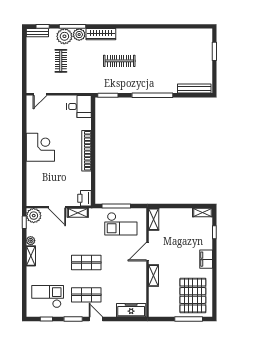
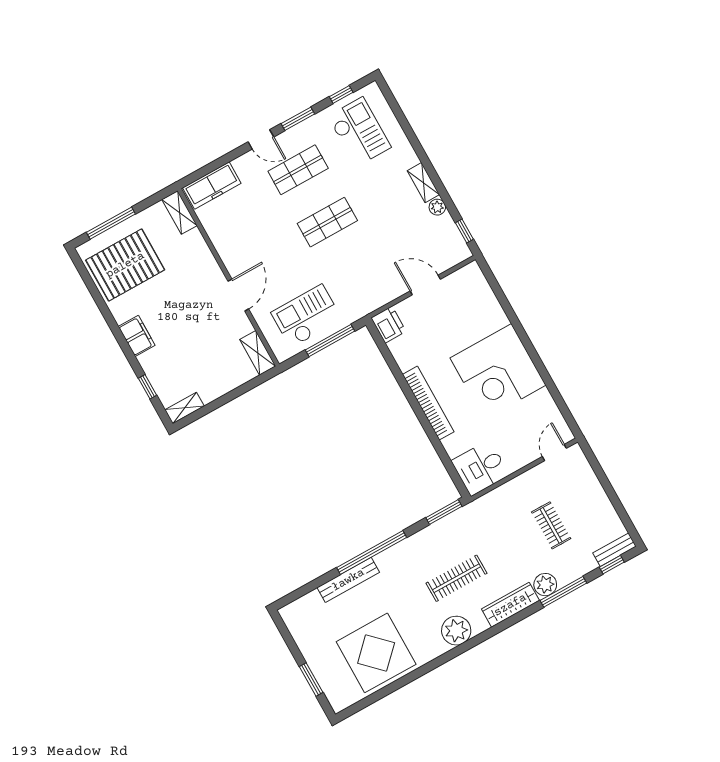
plant: (64, 36) -> (456, 631), moved
display table: (177, 47) -> (376, 653), added
bench: (194, 89) -> (348, 580), moved
corner desk: (40, 147) -> (498, 372), width x1.36, depth x1.36
shelving: (78, 213) -> (386, 295), removed
plant: (34, 216) -> (455, 250), removed
shelving: (153, 276) -> (179, 212), moved
pallet: (193, 296) -> (125, 265), turned 90
checkout: (48, 297) -> (359, 132), turned -90

